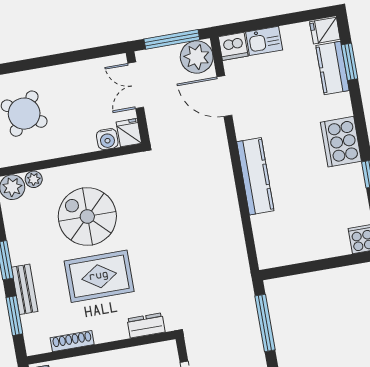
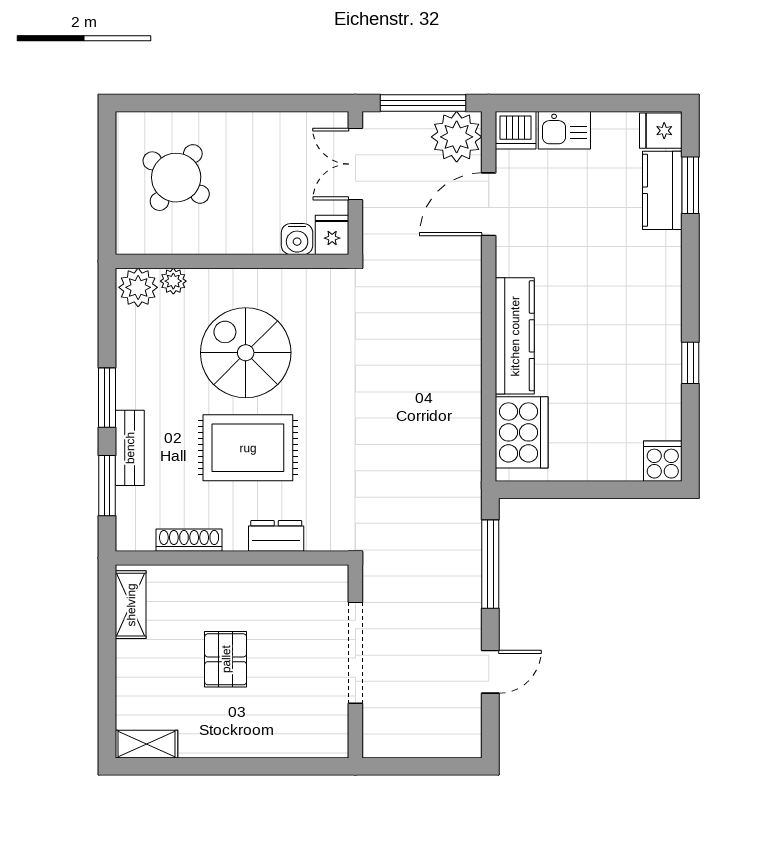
door: (224, 96) -> (489, 204), hinge flipped
cooker: (341, 142) -> (522, 432), moved, turned 180
dresser: (146, 325) -> (276, 536), moved

